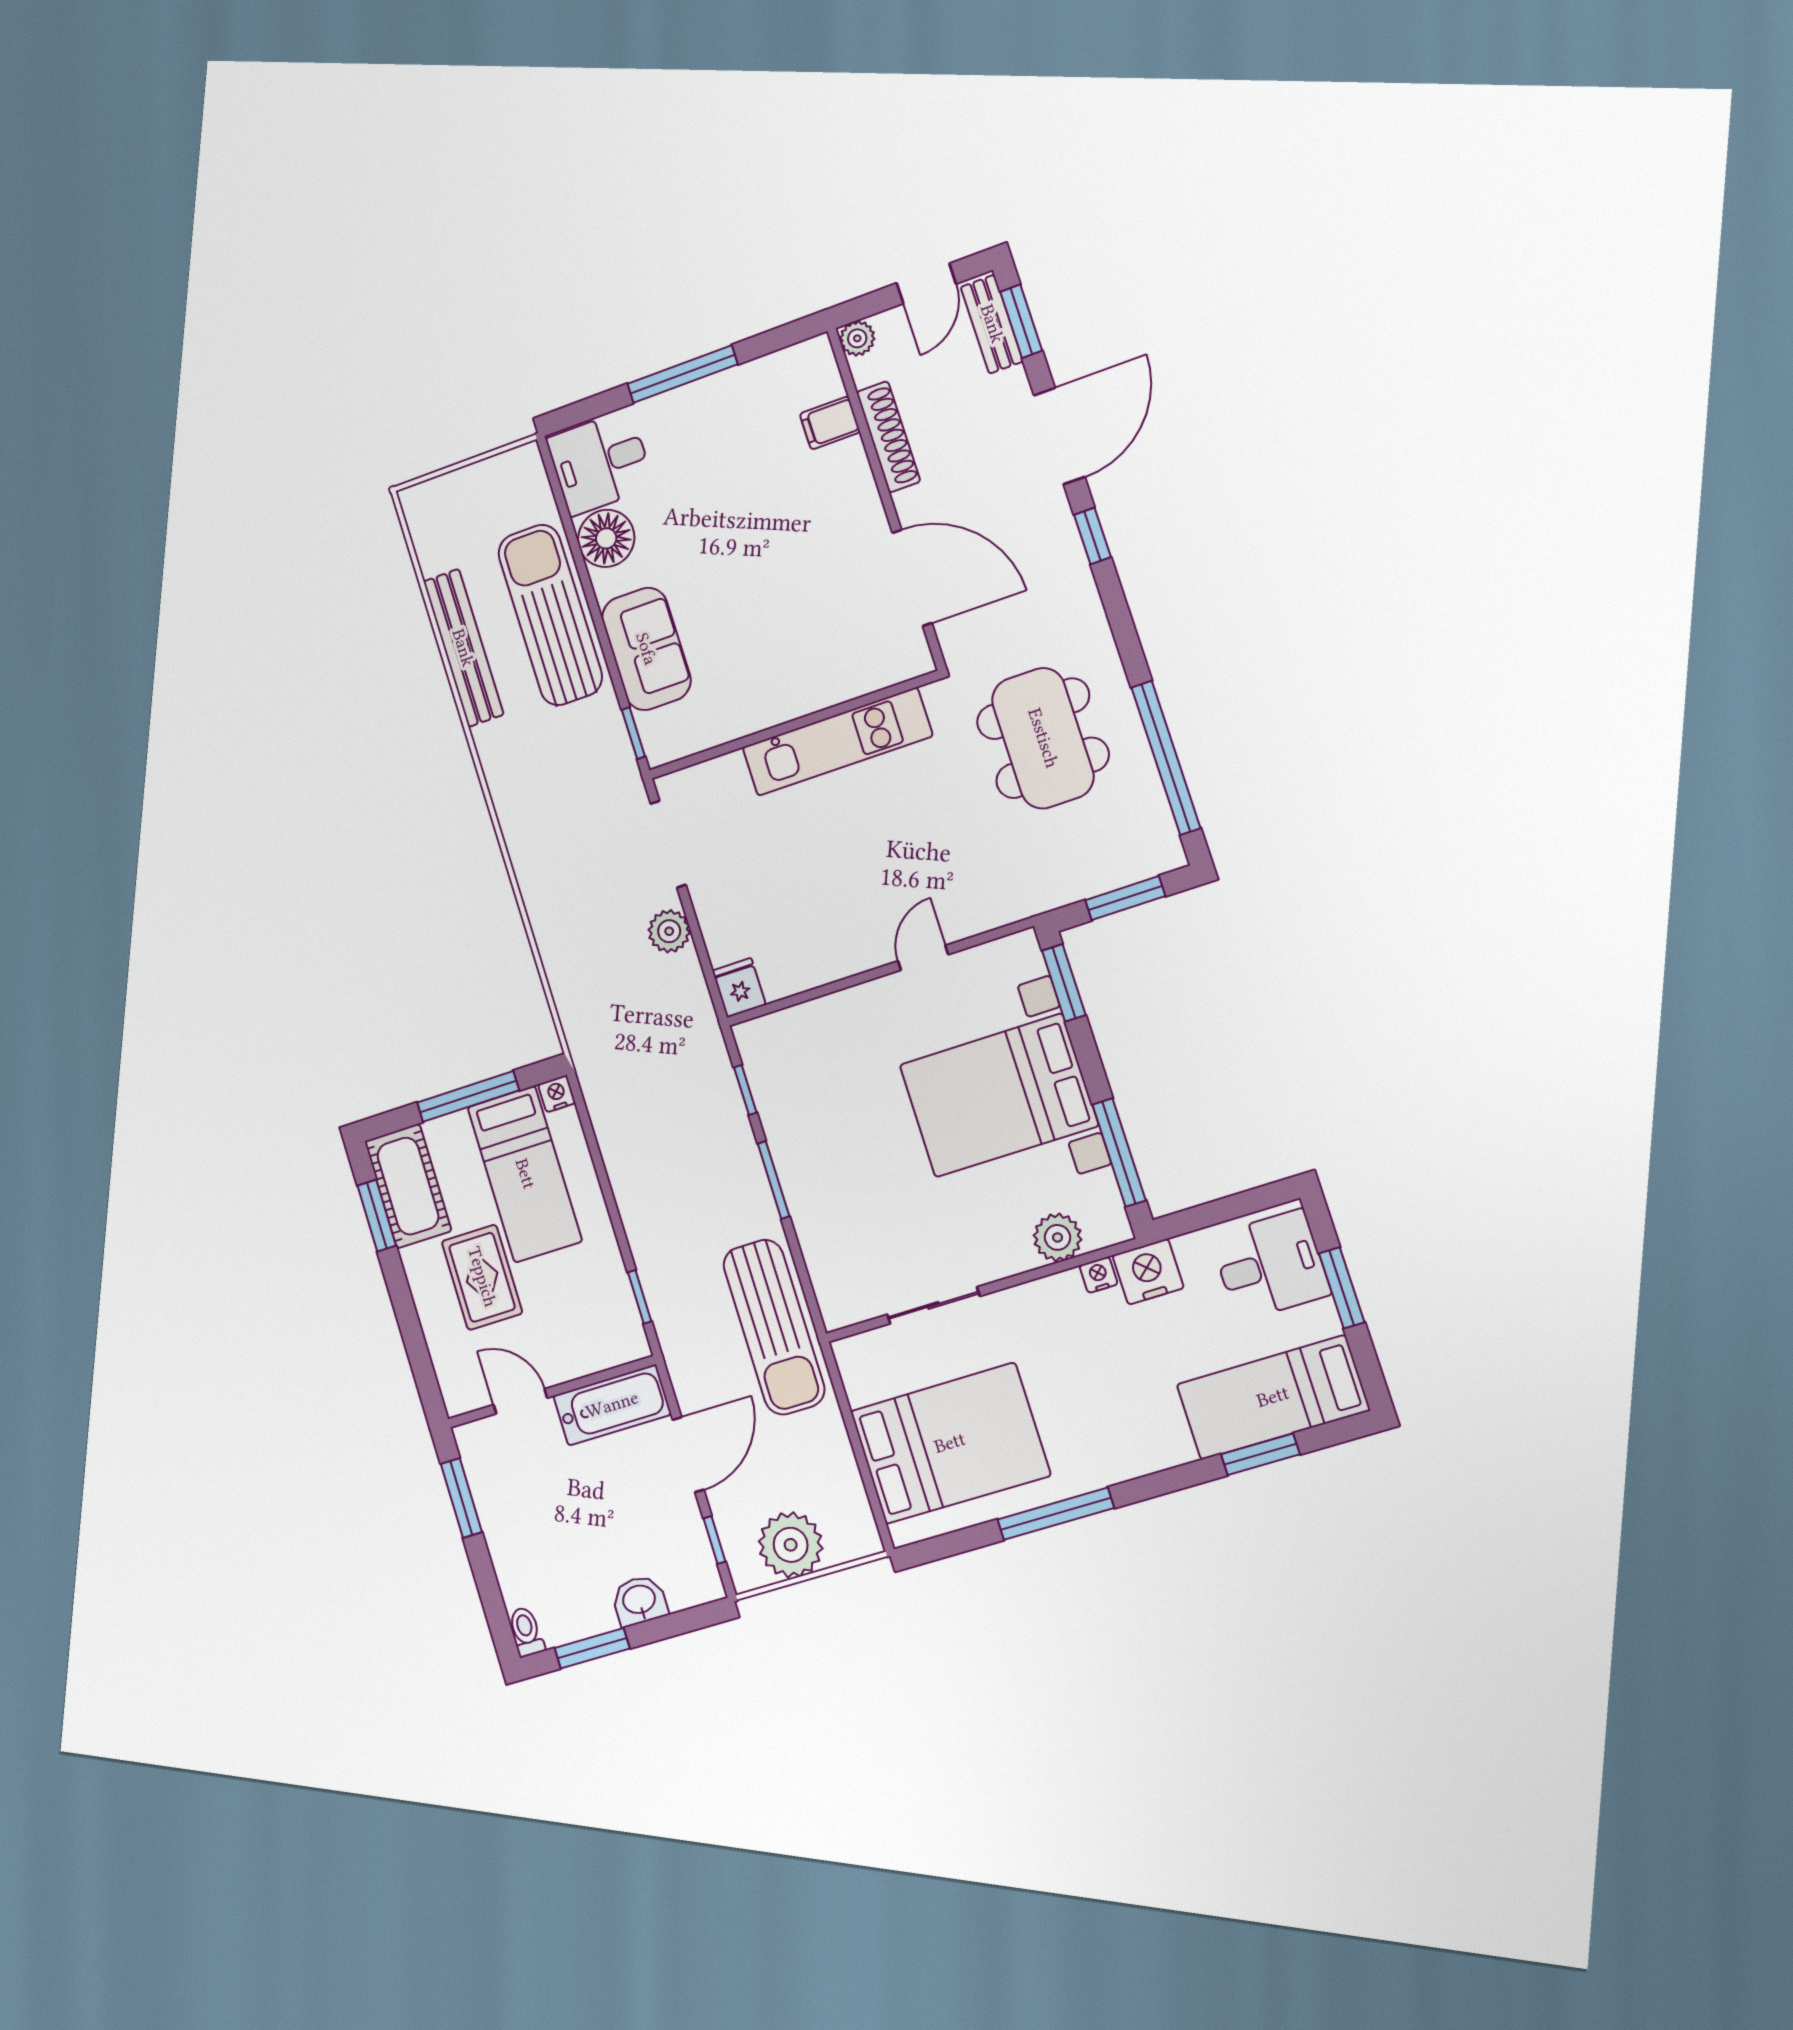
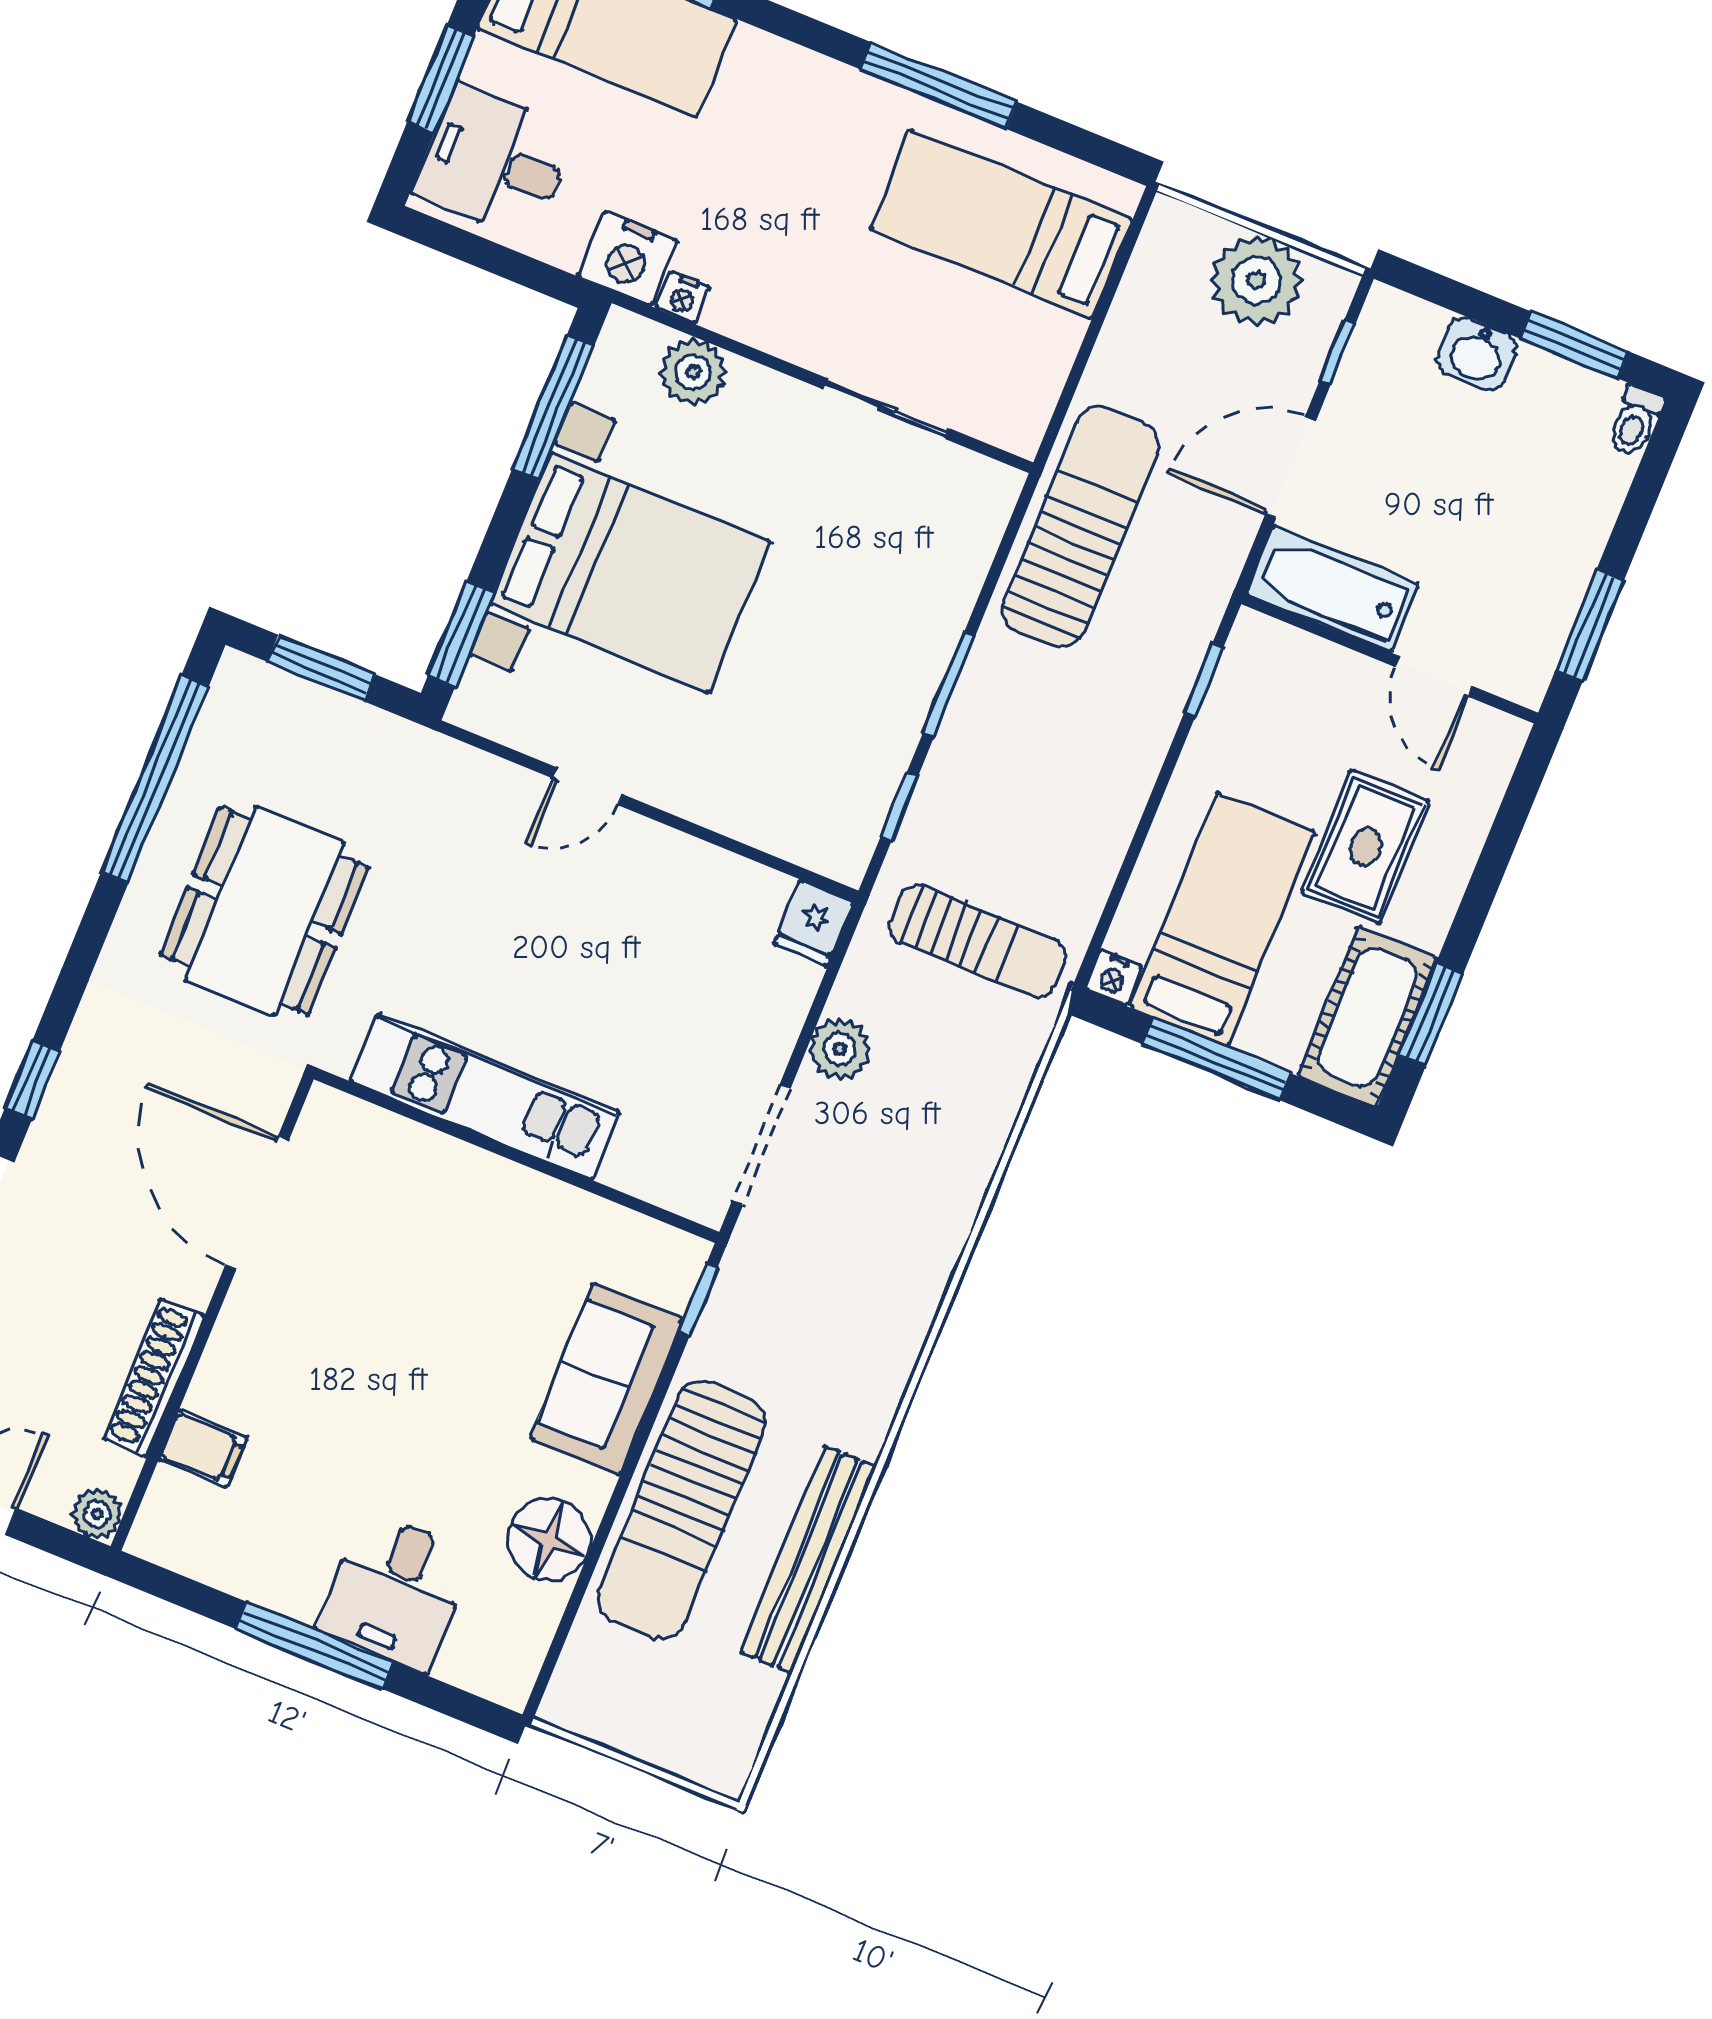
desk: (600, 463) -> (395, 1591), moved, turned 90
sun lounger: (644, 1052) -> (978, 941), added
bed: (950, 1443) -> (1001, 224), width x0.67

